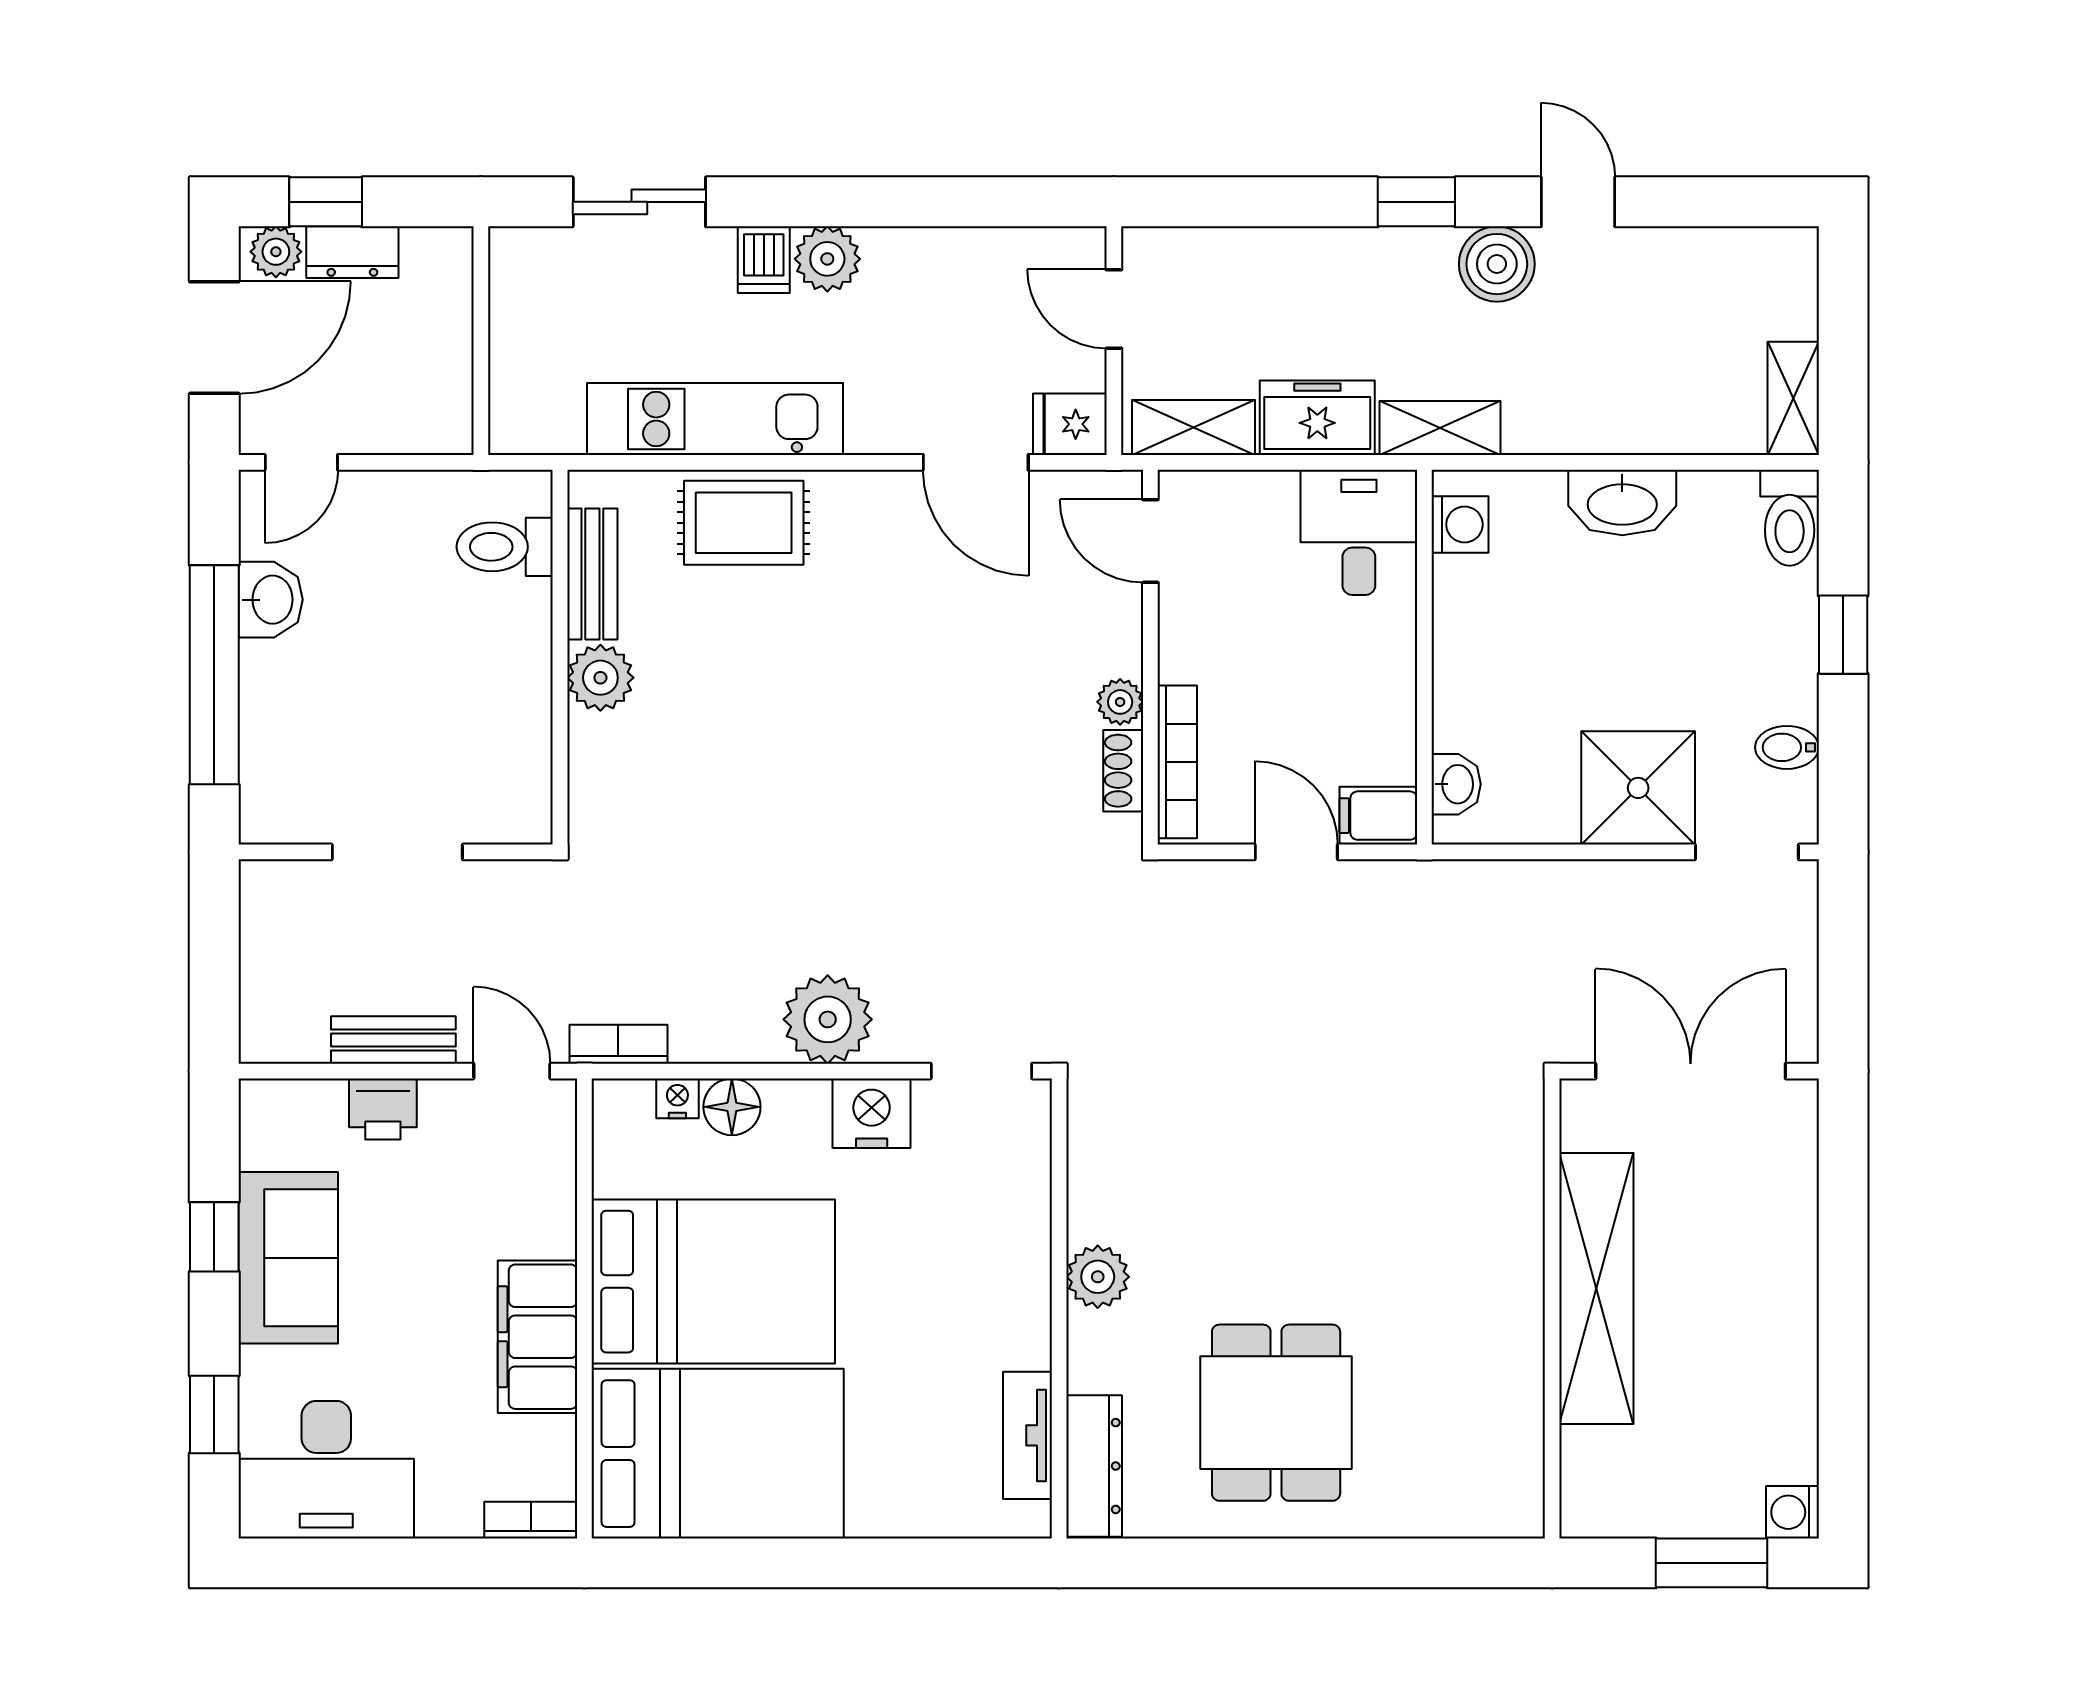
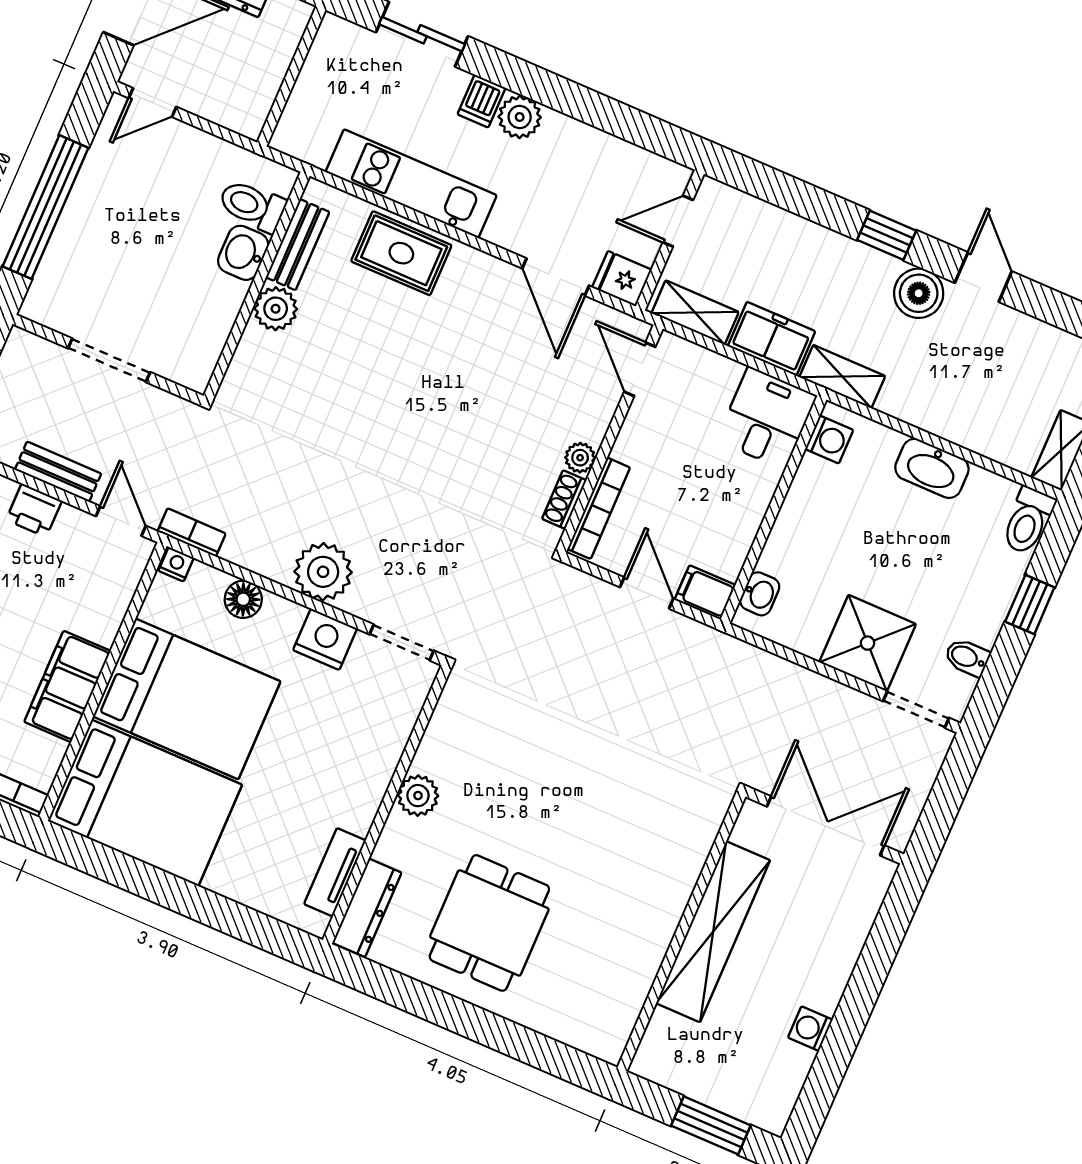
door: (1114, 309) -> (678, 221), hinge flipped
washbasin: (271, 600) -> (243, 253), moved, turned 180
nightstand: (677, 1098) -> (176, 564), moved
washing machine: (1792, 1512) -> (810, 1029), moved

